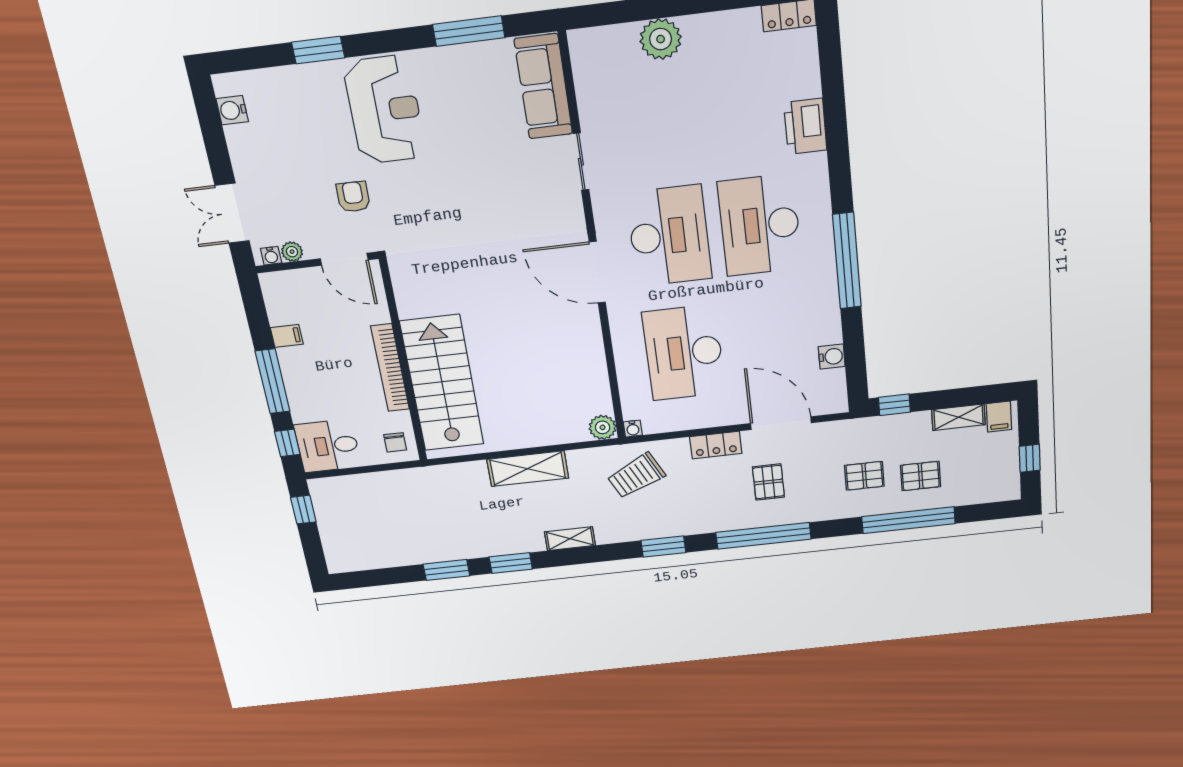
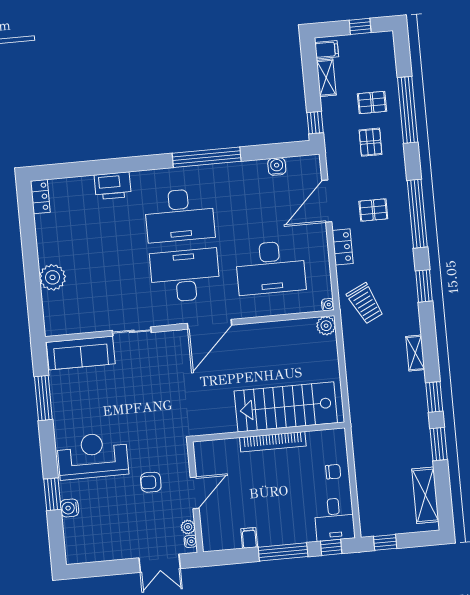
water cooler: (232, 110) -> (69, 508), moved, turned 90
wall: (404, 362) -> (269, 432), moved
bookcase: (390, 368) -> (273, 442), moved
stairs: (442, 383) -> (286, 407), moved
shelving: (528, 469) -> (425, 495), moved
pallet: (921, 476) -> (372, 102), turned 90

